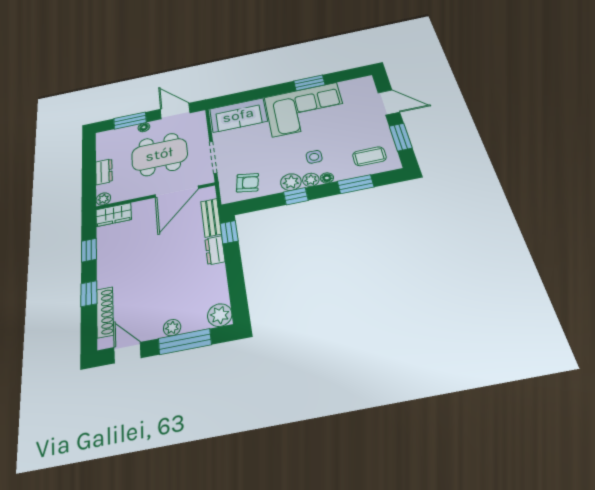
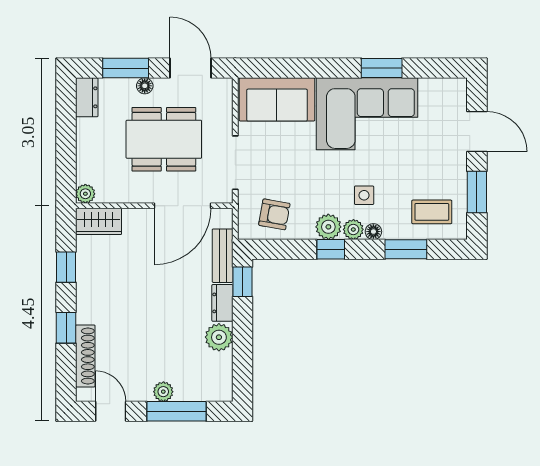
dresser: (104, 172) -> (87, 97), moved
plant: (220, 315) -> (219, 337), moved

